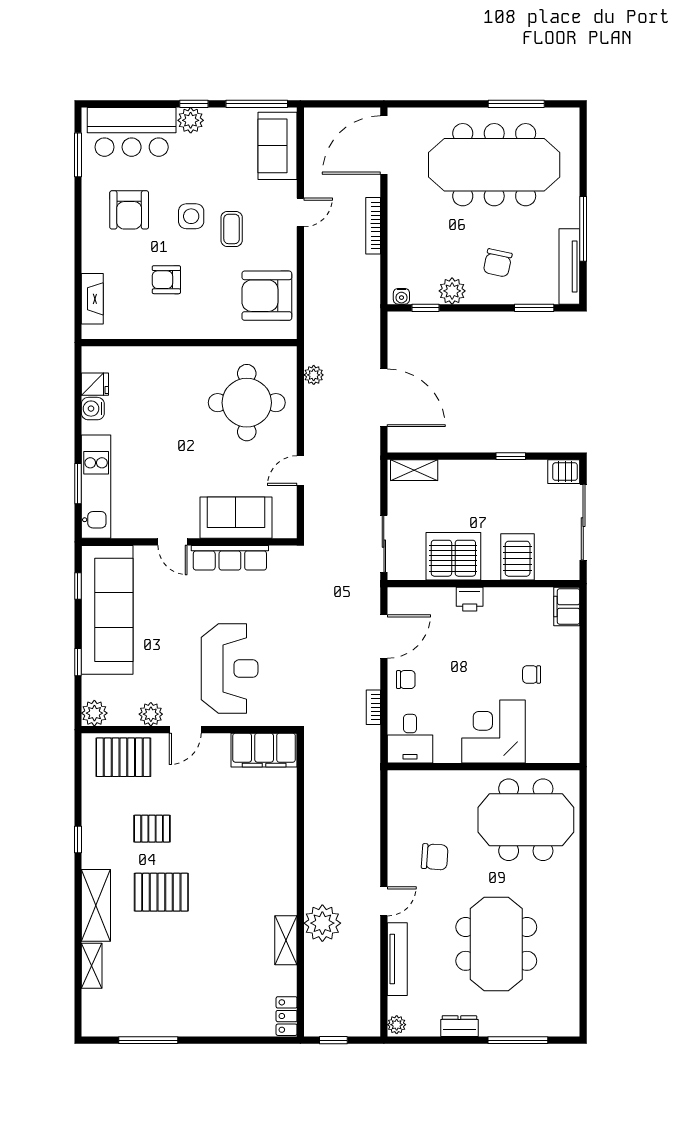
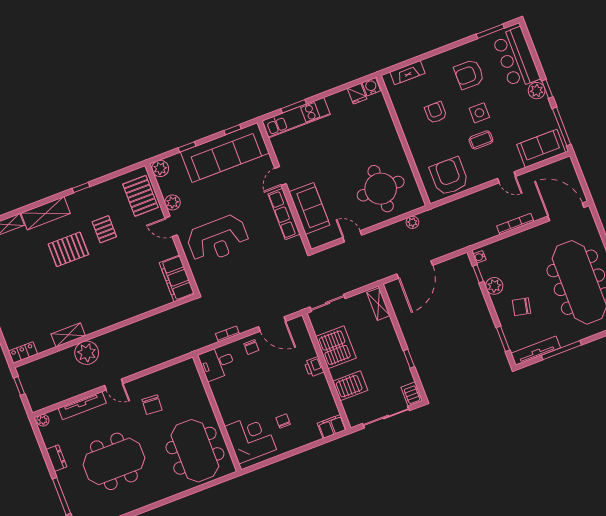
water cooler: (93, 409) -> (371, 87), moved
corner desk: (494, 732) -> (251, 438), moved
pallet: (161, 892) -> (68, 249), turned 90

